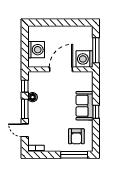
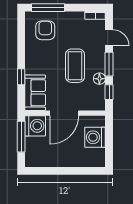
sofa: (85, 106) -> (35, 93), moved
coffee table: (52, 108) -> (75, 66), added
window: (96, 112) -> (21, 77), moved

